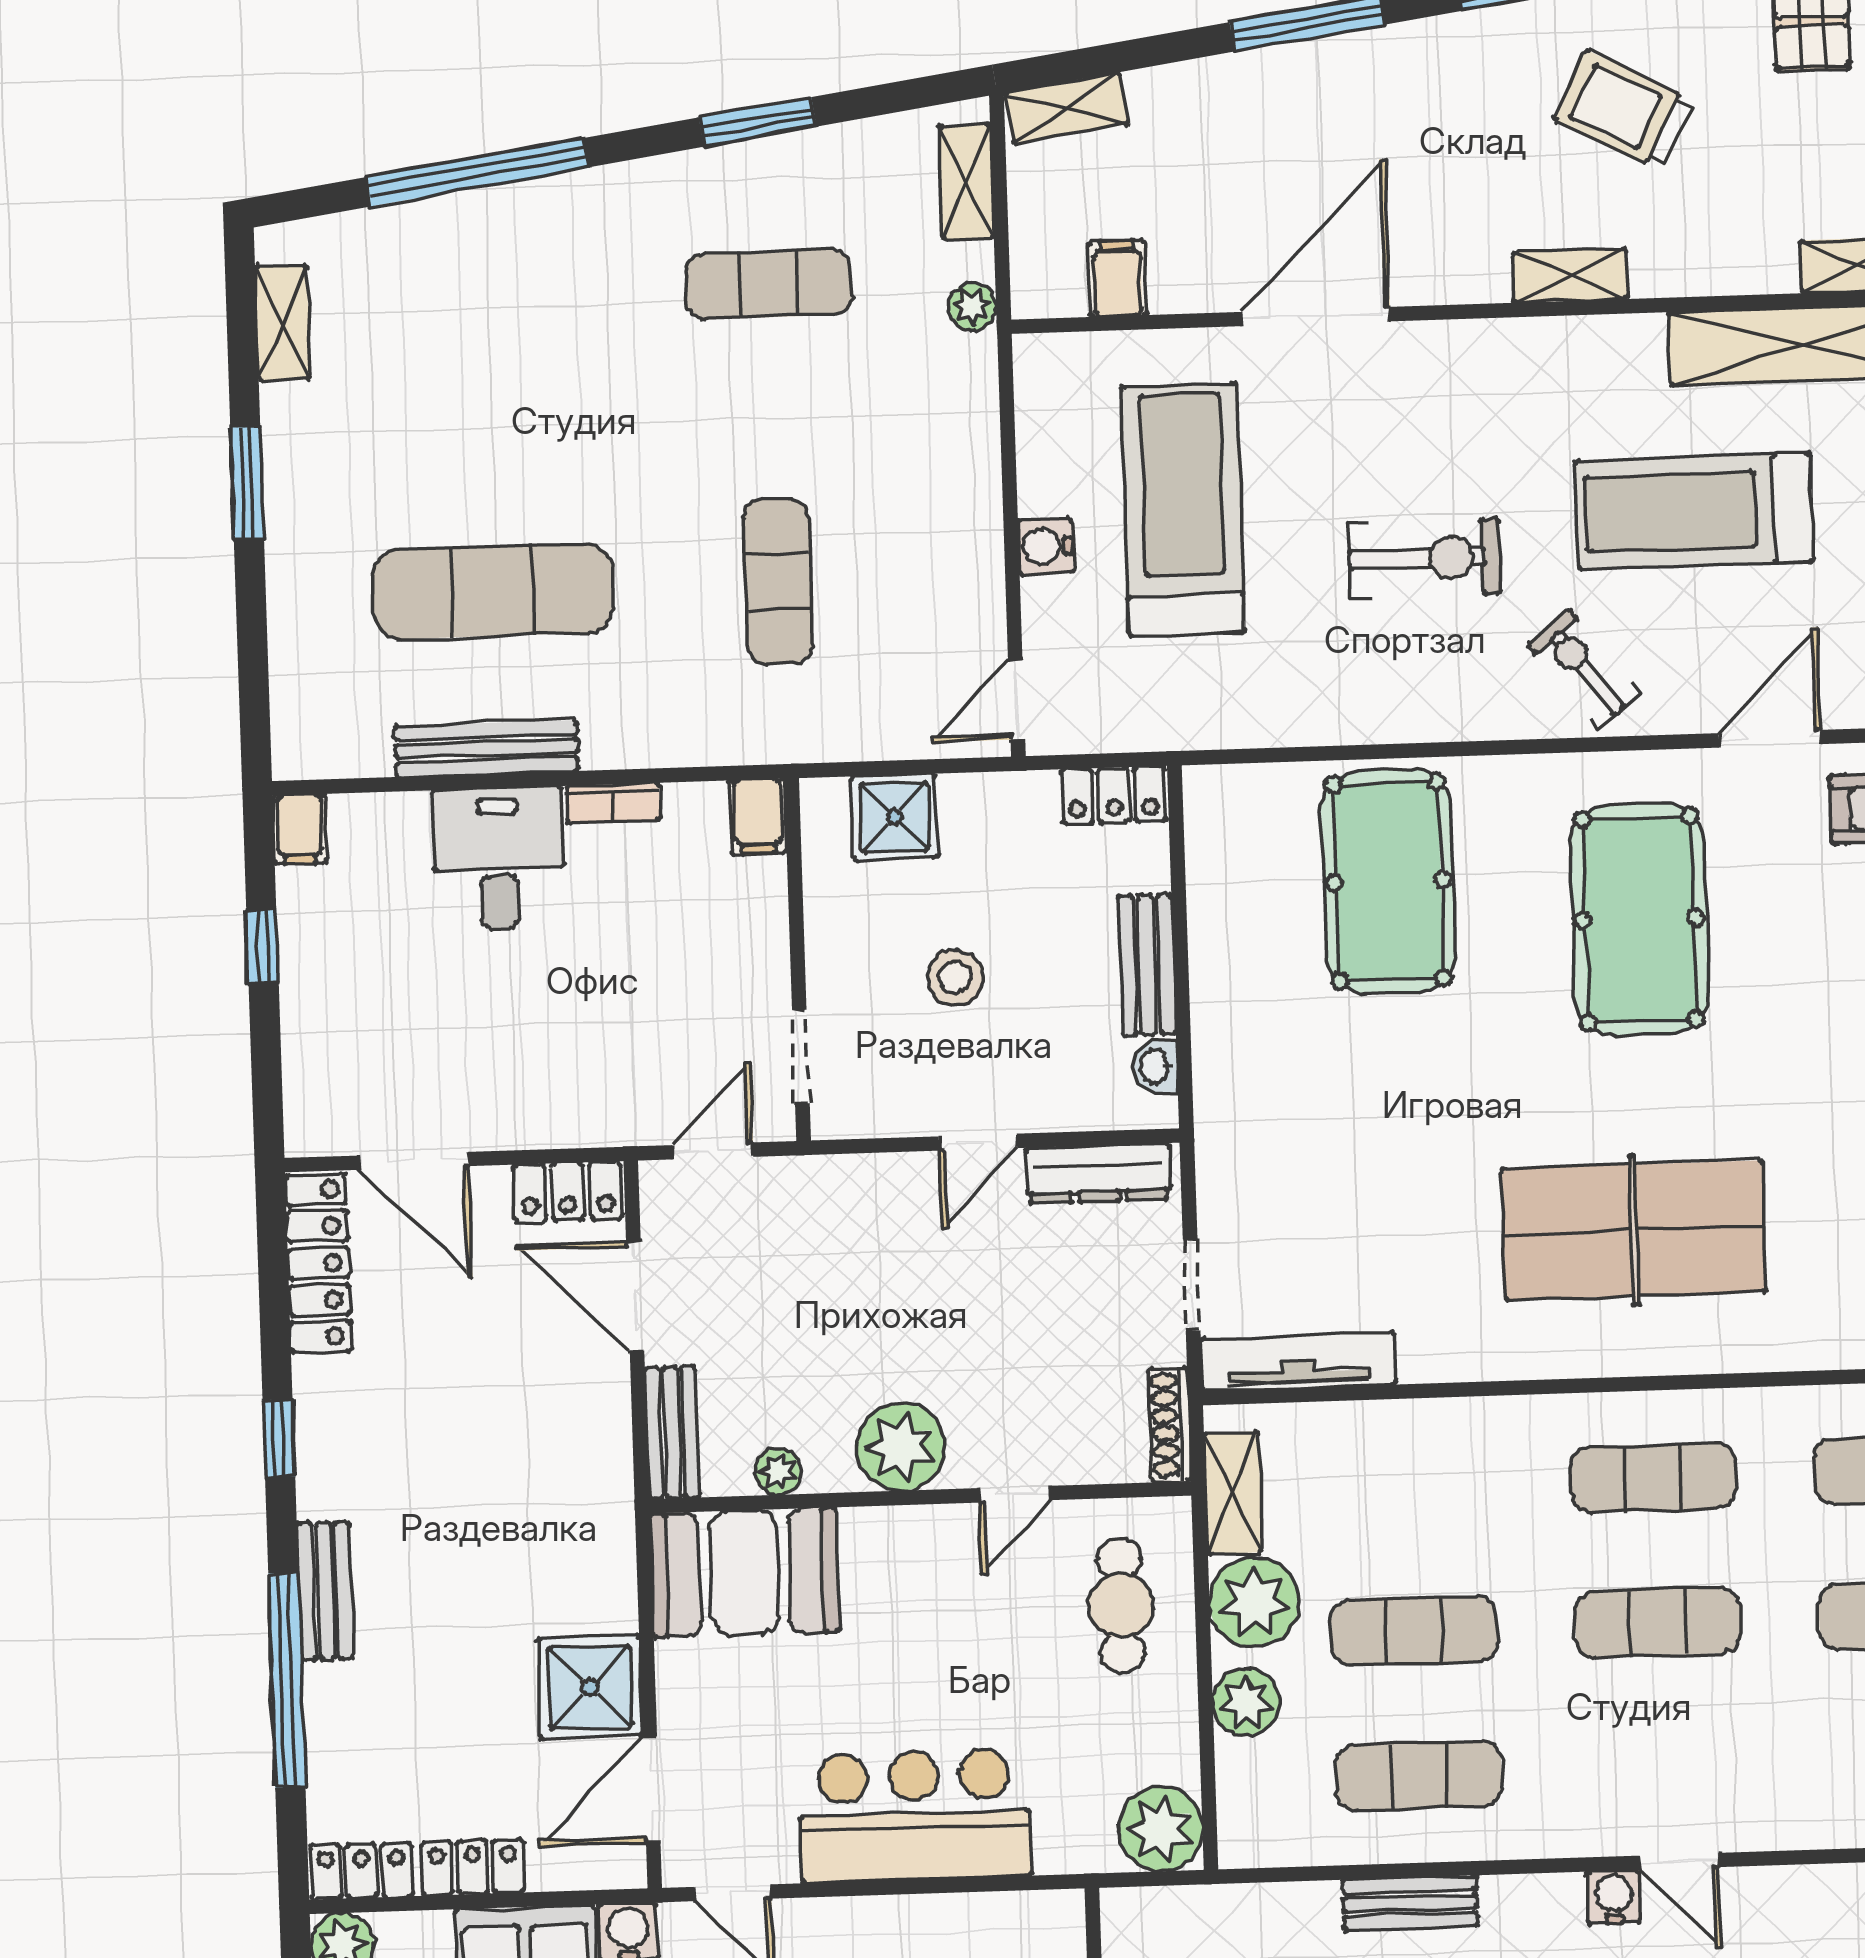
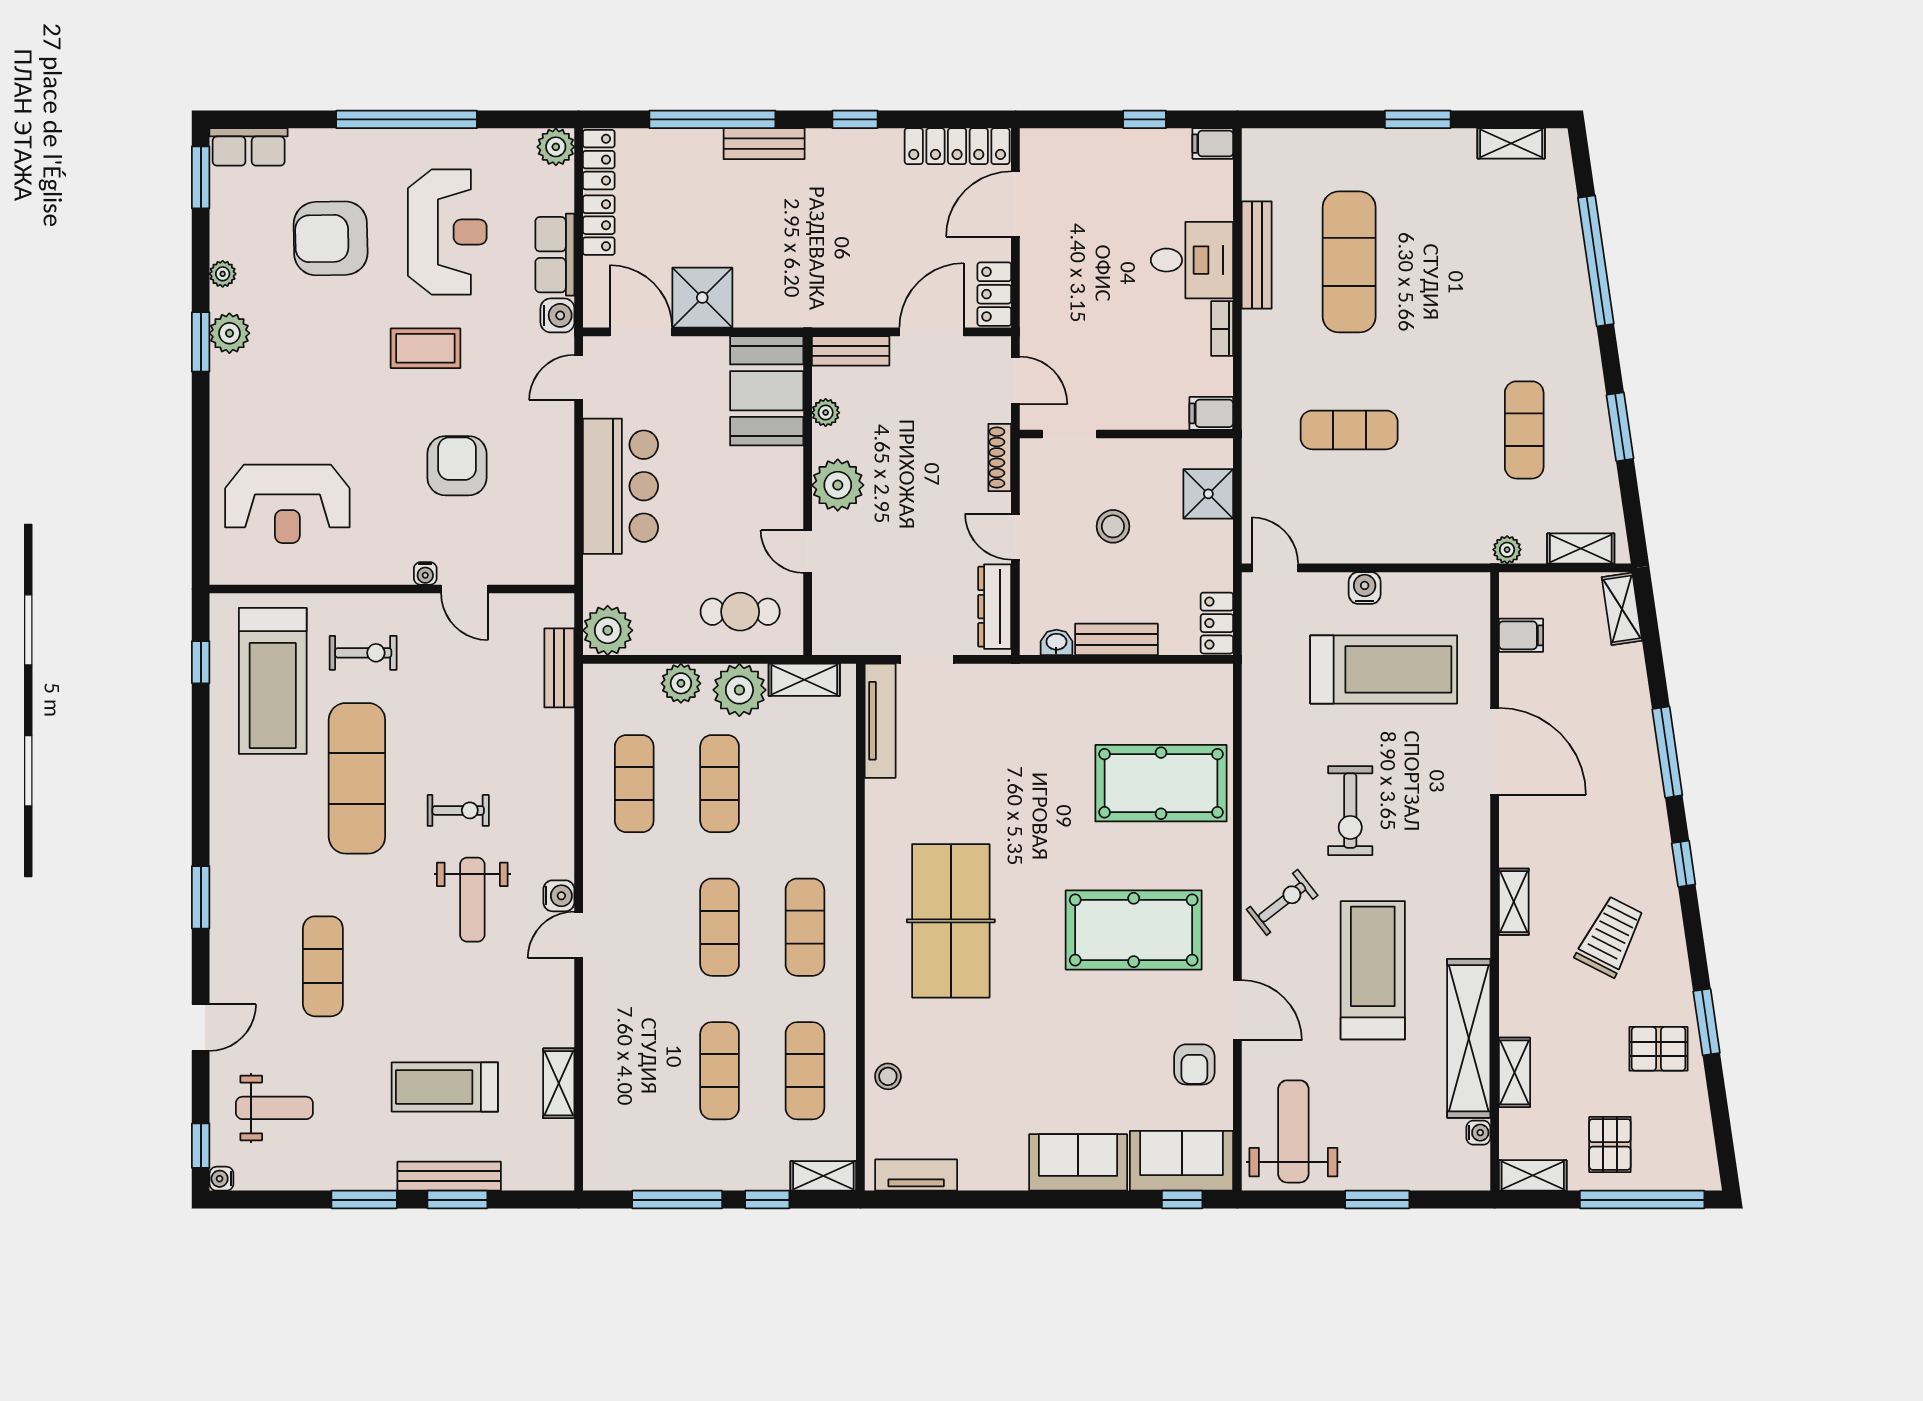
shoe rack: (1170, 1425) -> (1000, 458), moved, turned -90
bench: (1410, 1903) -> (559, 668), moved

